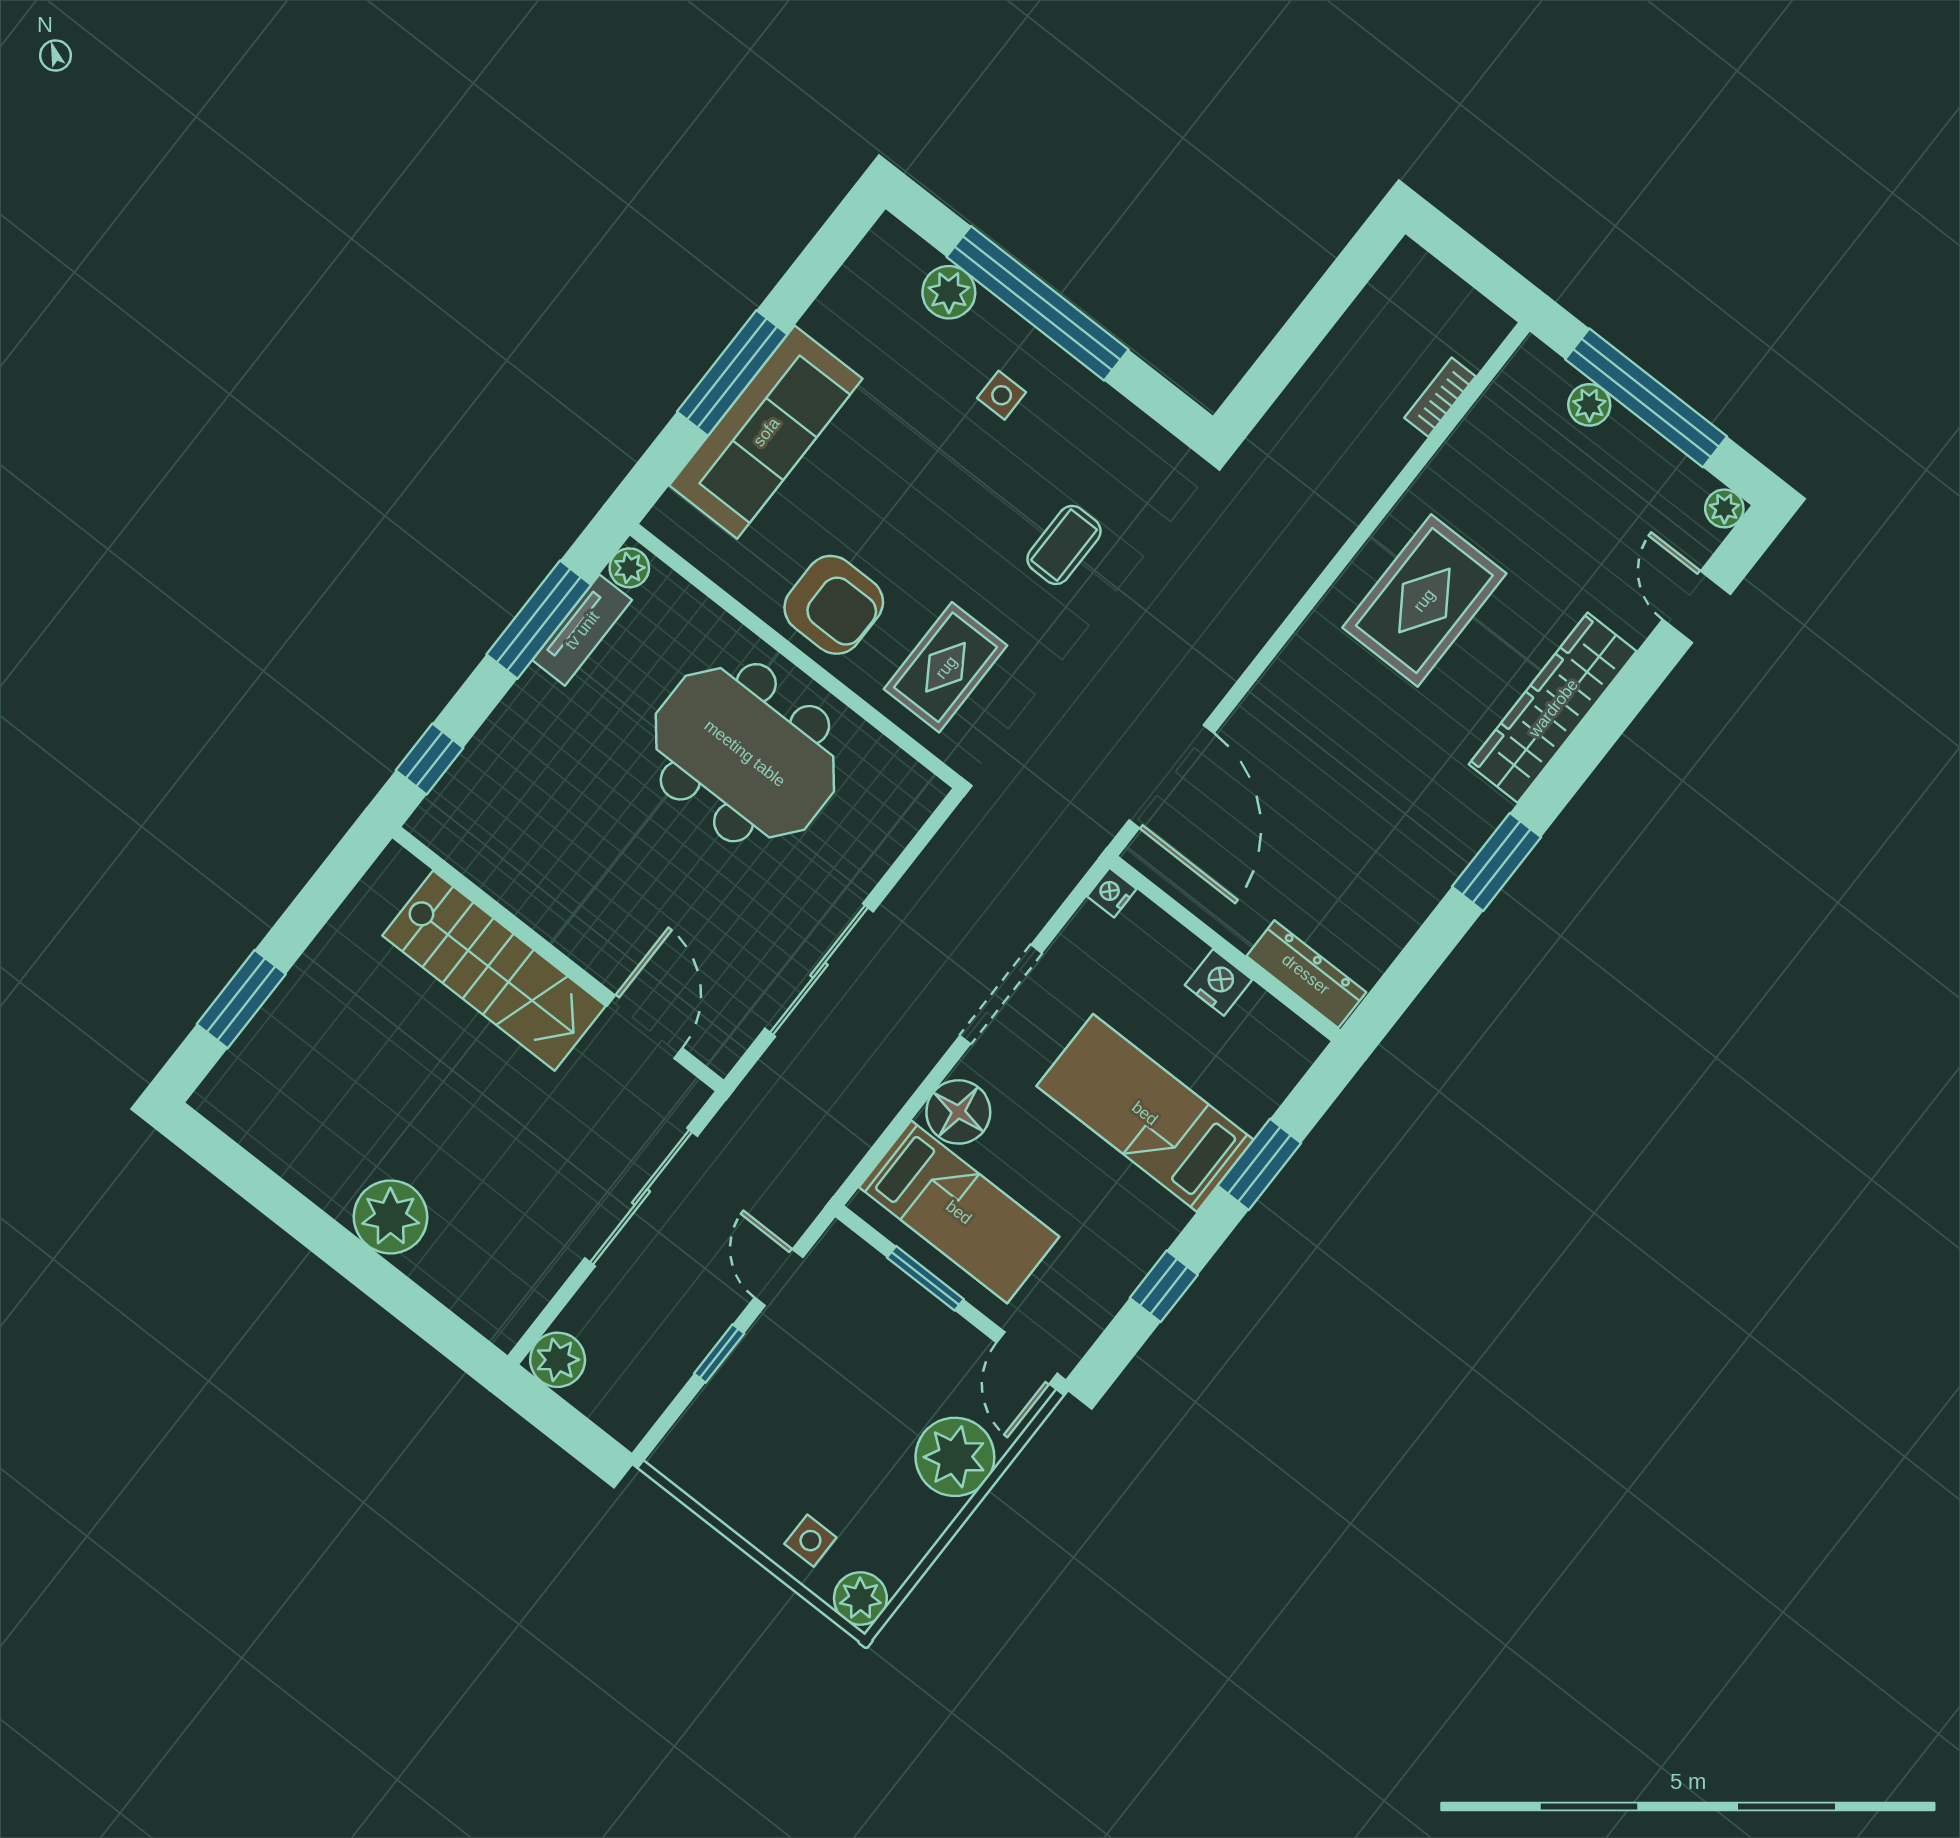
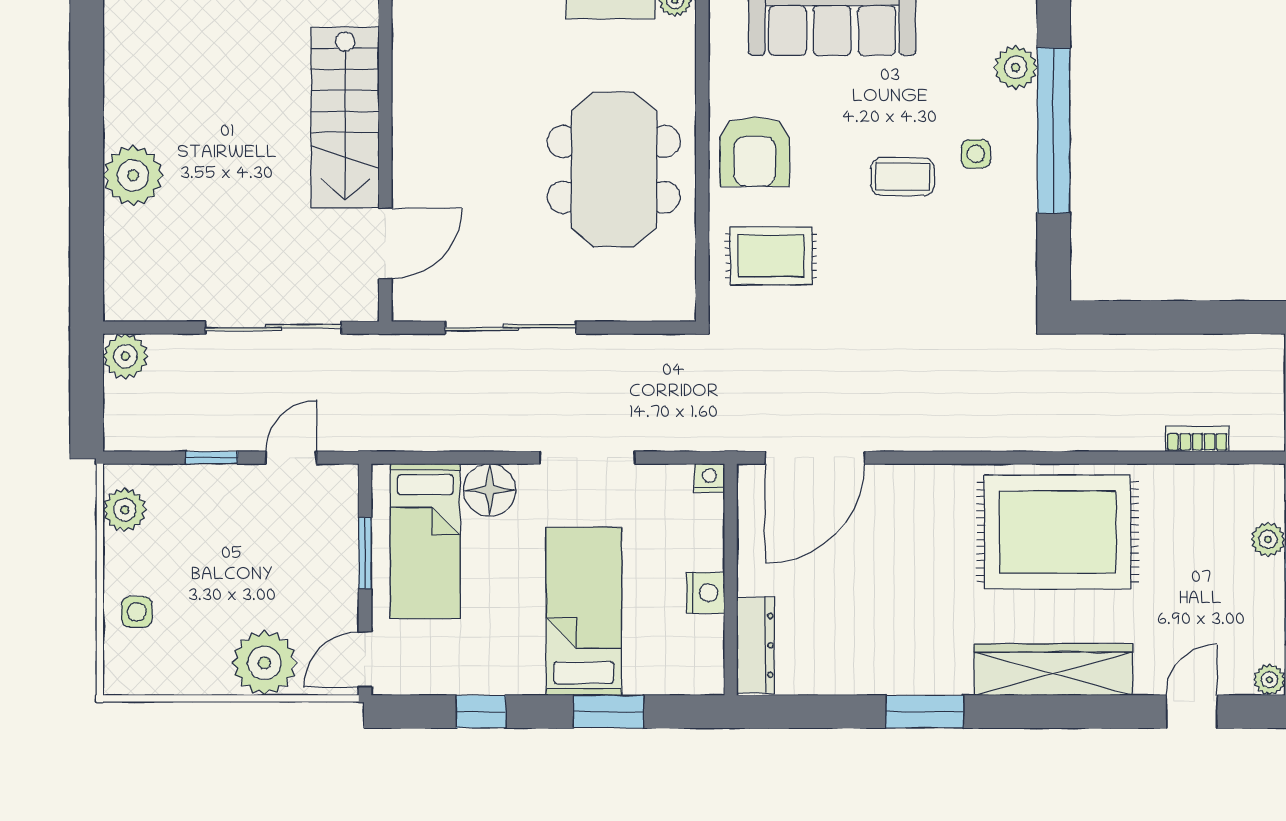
coffee table: (1064, 545) -> (903, 177), moved
rug: (1424, 600) -> (1058, 532), width x1.37, depth x1.44
plant: (860, 1598) -> (125, 510), moved

